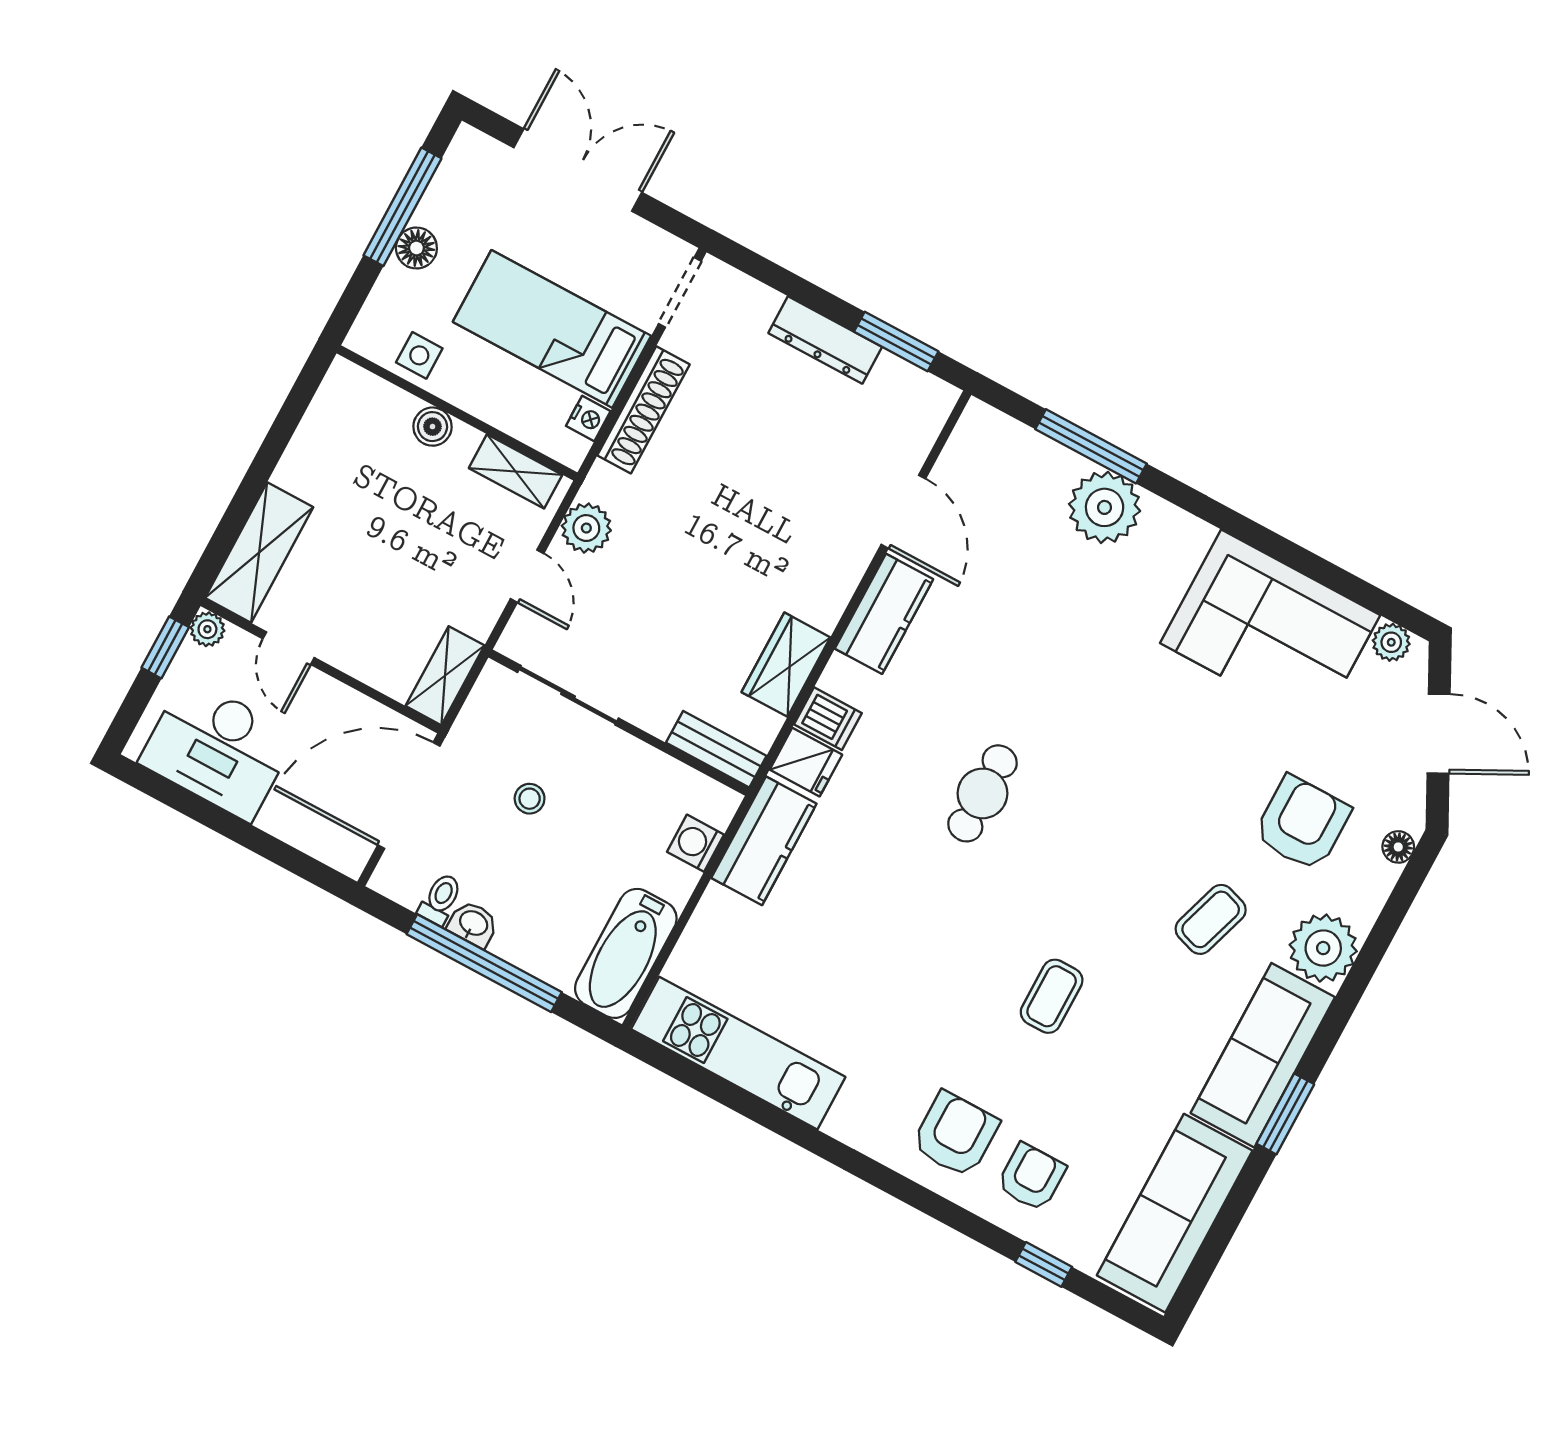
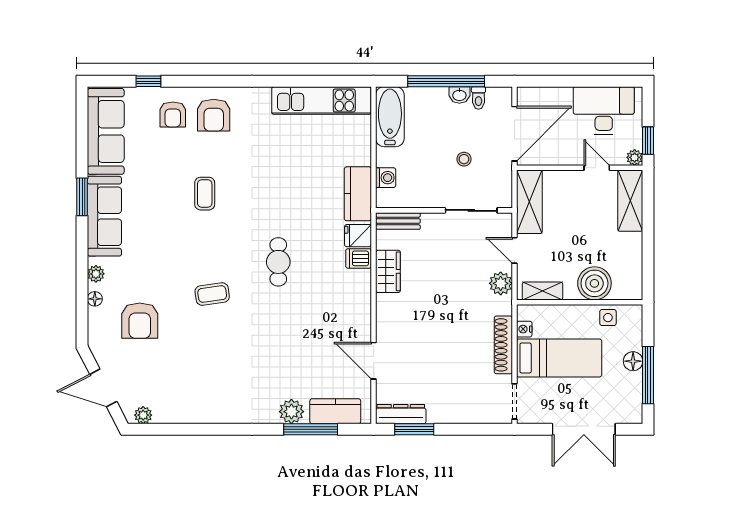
dresser: (825, 340) -> (401, 414), moved
boiler: (432, 427) -> (594, 283), width x1.86, depth x1.86
plant: (1105, 507) -> (291, 412), width x0.73, depth x0.73
kitchen counter: (884, 614) -> (335, 411), moved, turned 90
corner sofa: (1270, 629) -> (196, 394), removed
shelving: (445, 676) -> (529, 202), width x1.50, depth x1.33
floor lamp: (1398, 847) -> (95, 299), moved
coffee table: (1211, 919) -> (212, 294), moved, turned 64
plant: (1323, 948) -> (96, 274), width x0.53, depth x0.53

